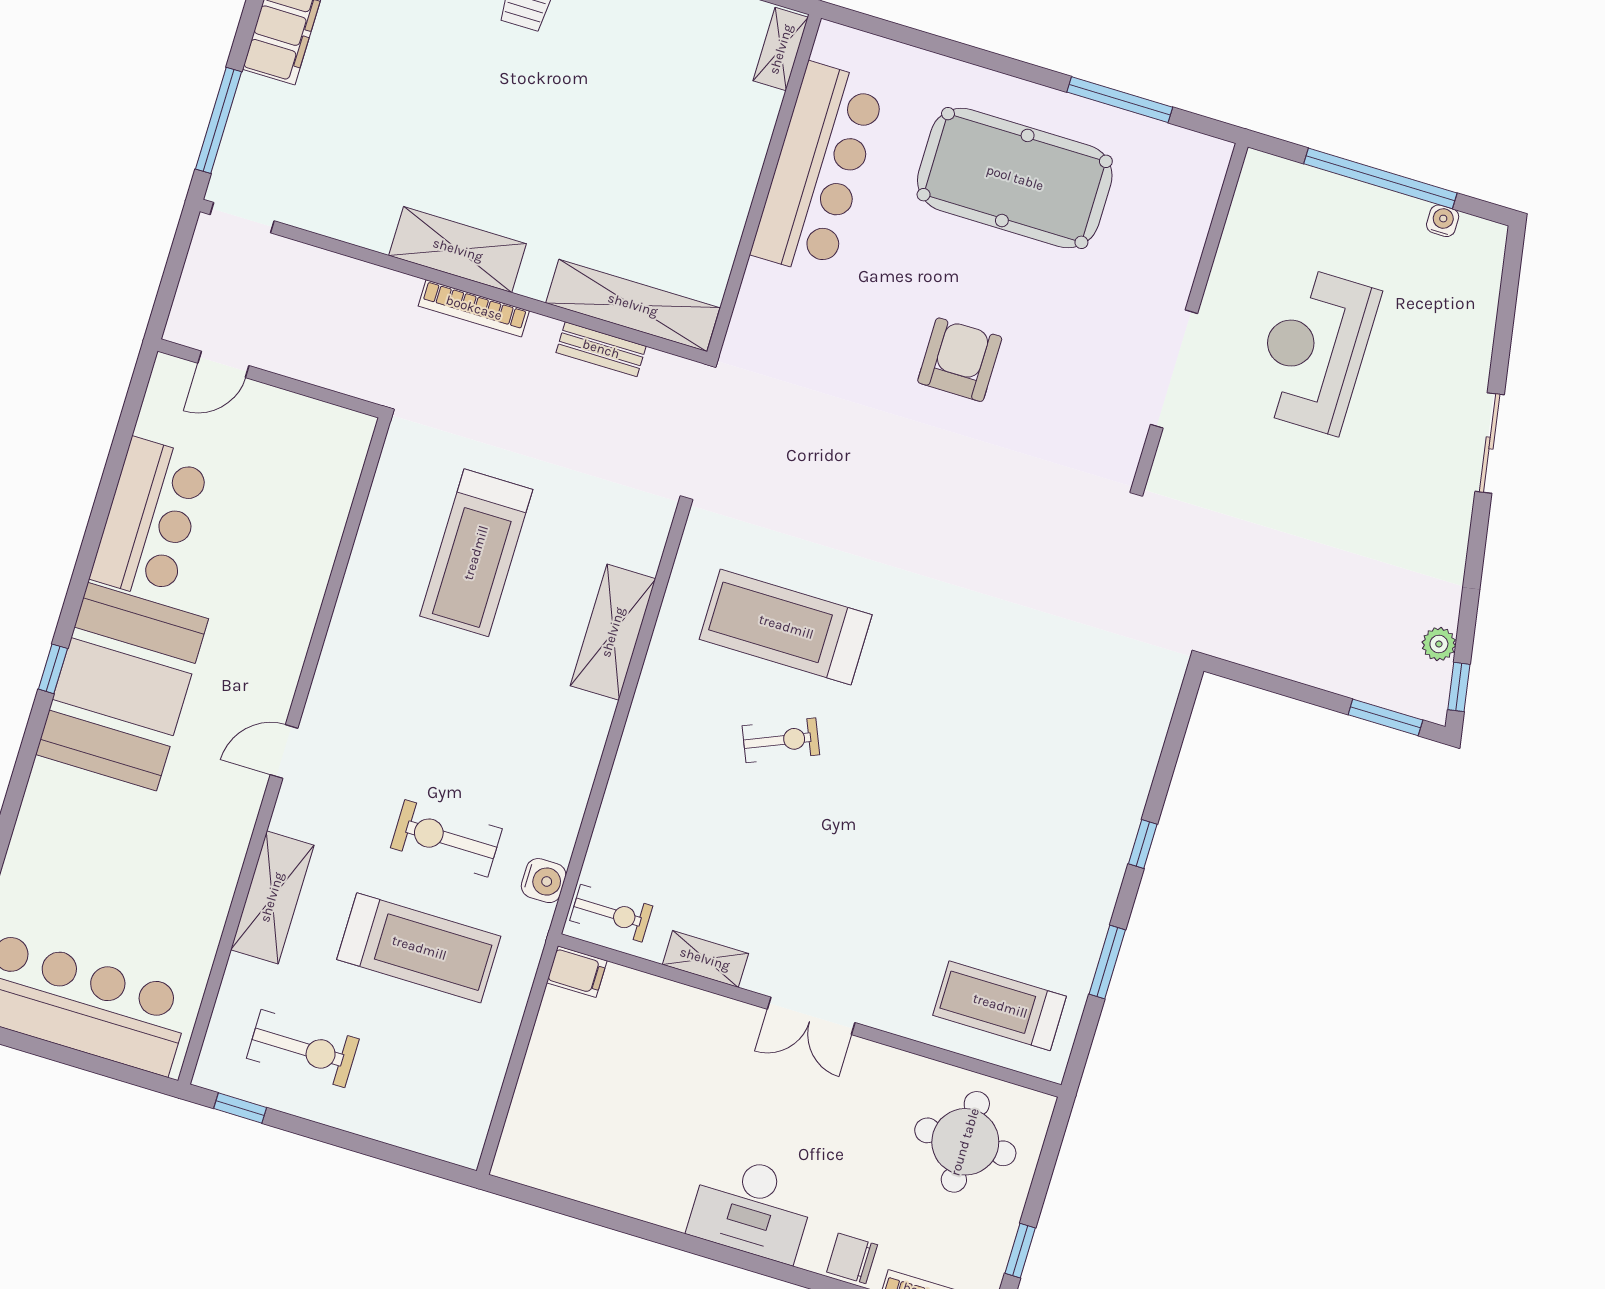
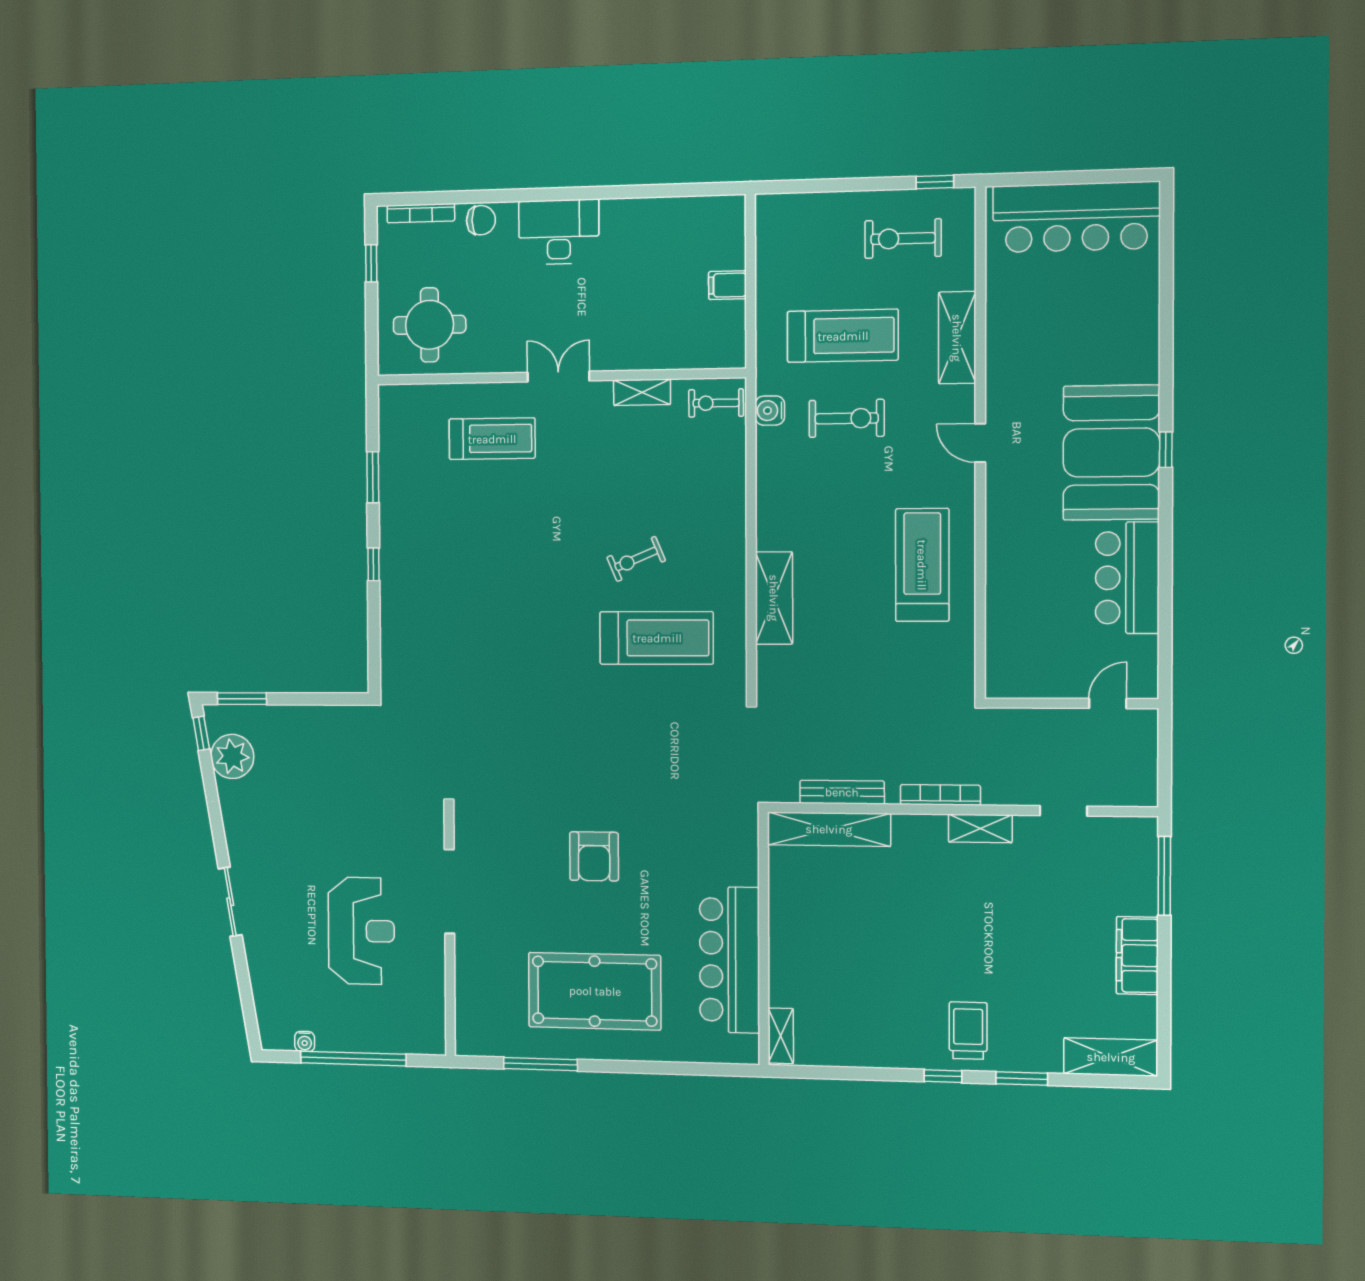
doorway: (242, 218) -> (1063, 811), moved
shelving: (458, 250) -> (980, 828), width x0.67, depth x0.75
bench: (601, 349) -> (842, 792), width x1.36
treadmill: (476, 553) -> (922, 565), moved
plant: (1439, 644) -> (232, 756), width x1.88, depth x1.88
door: (284, 752) -> (980, 443), swing flipped
treadmill: (419, 948) -> (843, 336), turned 180
filing cabinet: (577, 972) -> (727, 285), moved
treadmill: (1000, 1006) -> (492, 439), moved

